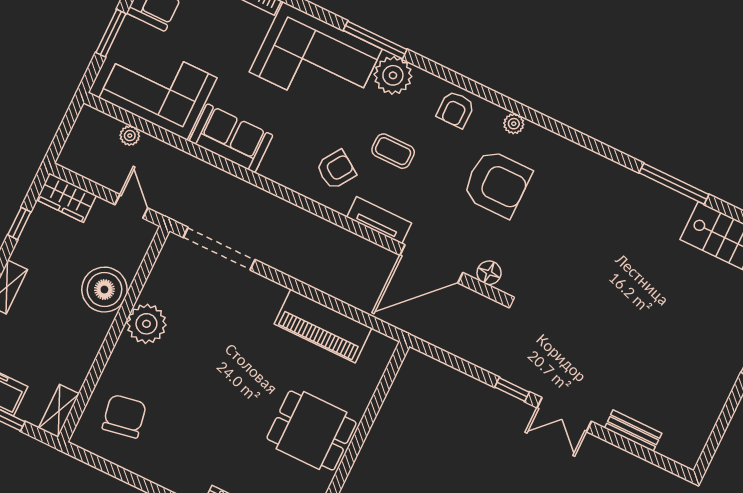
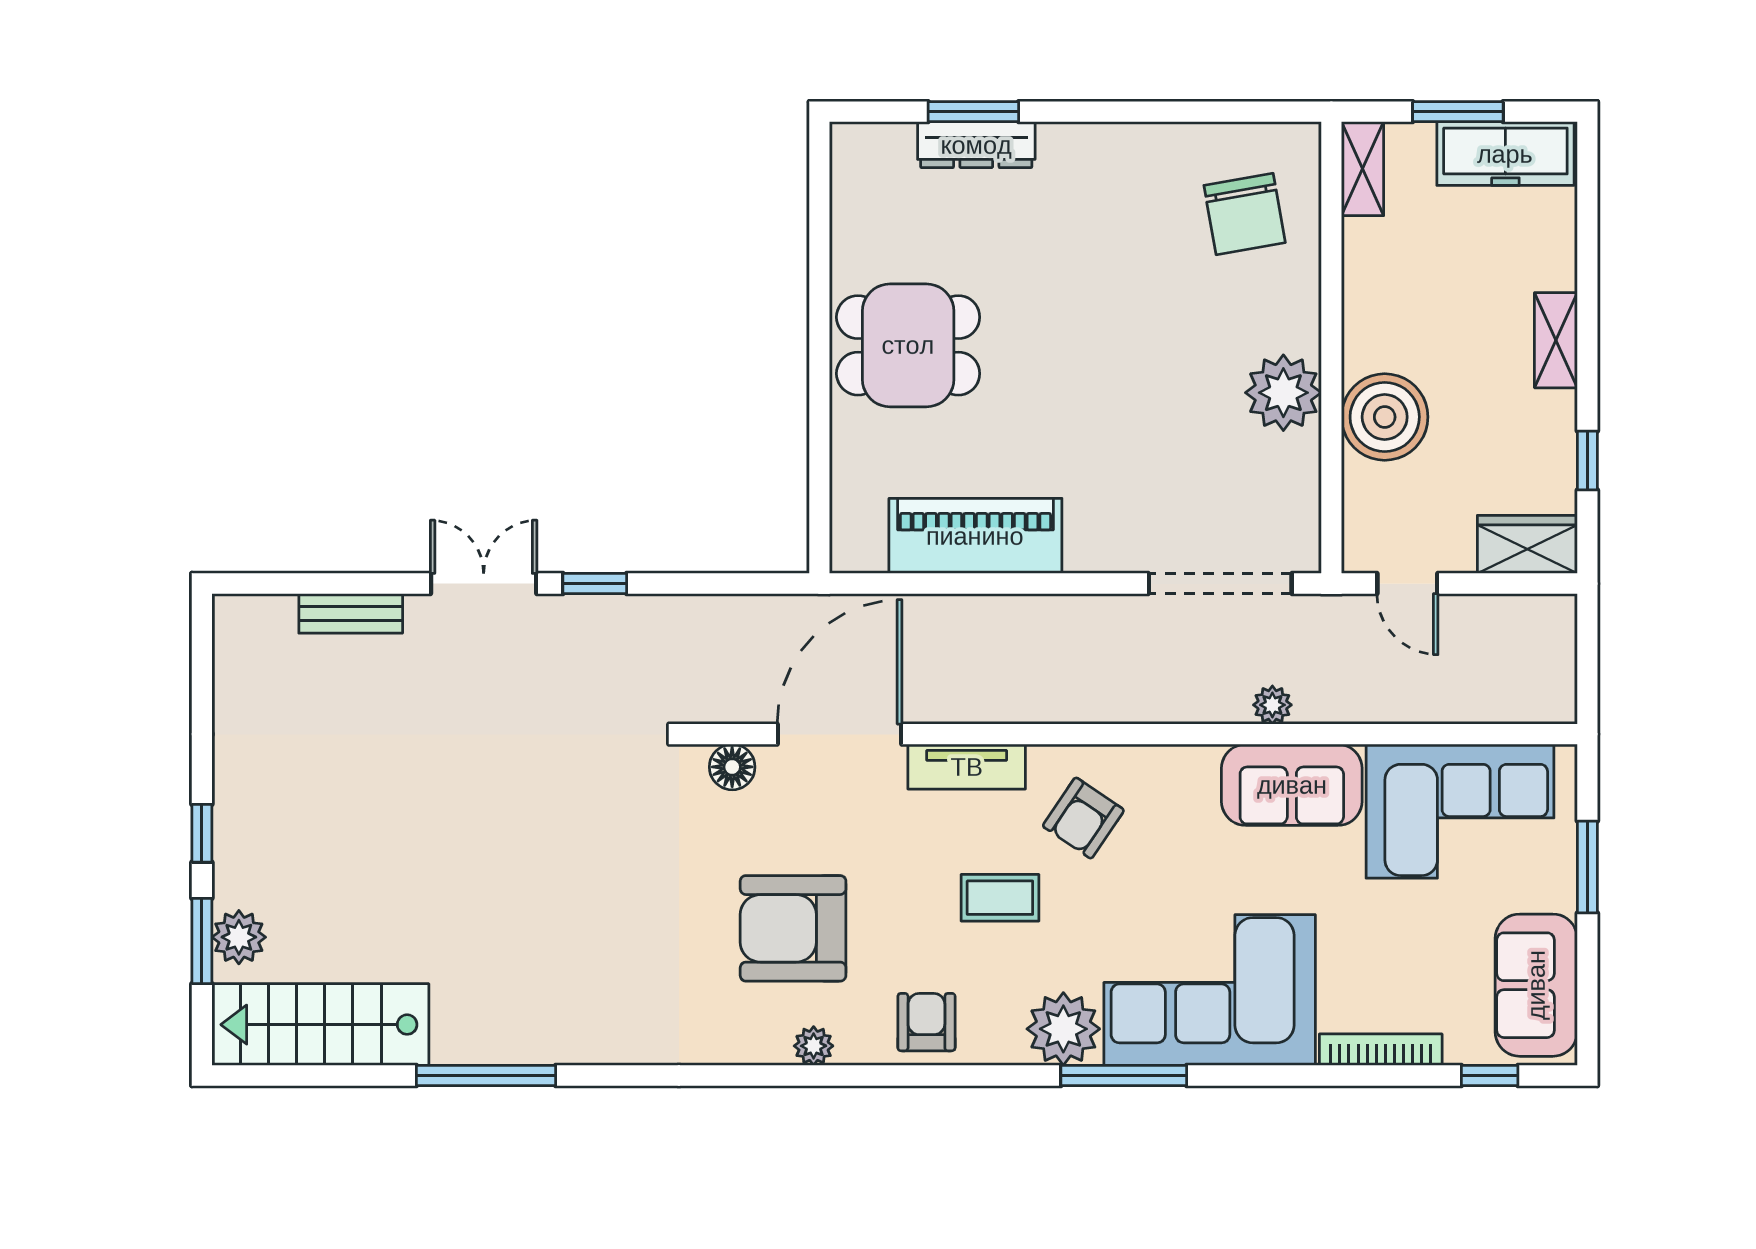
plant: (130, 136) -> (1272, 705), moved

